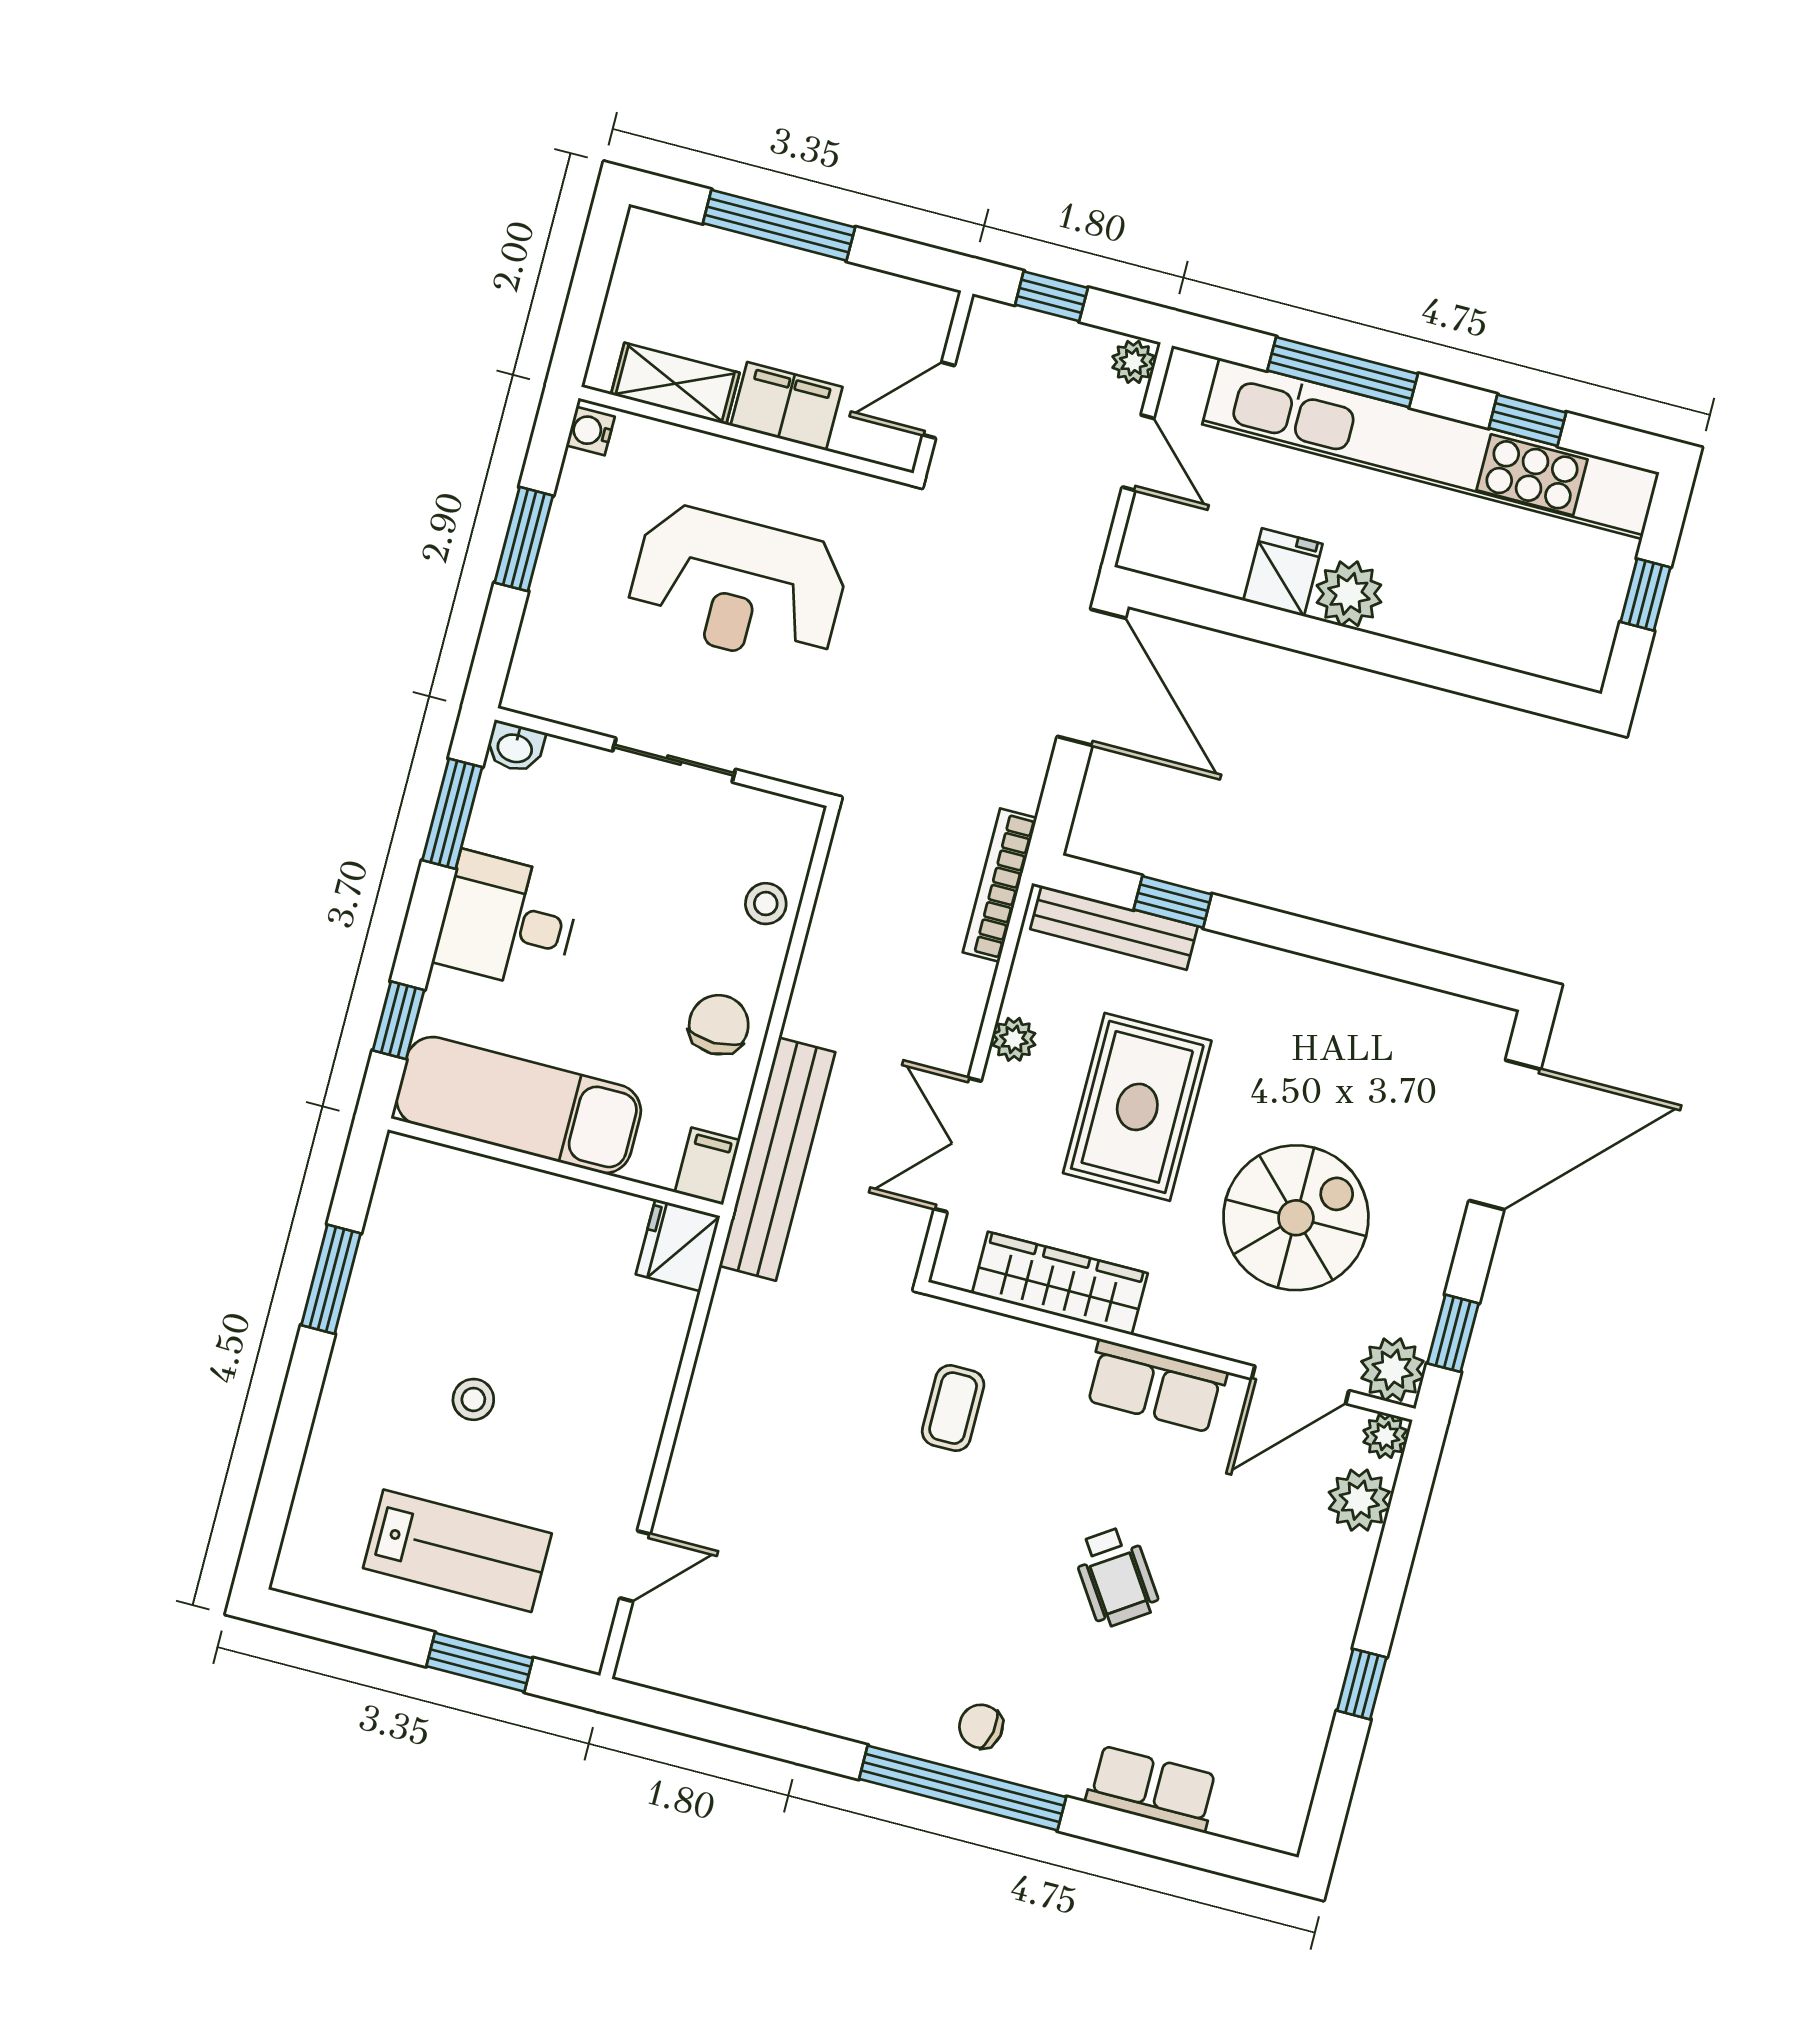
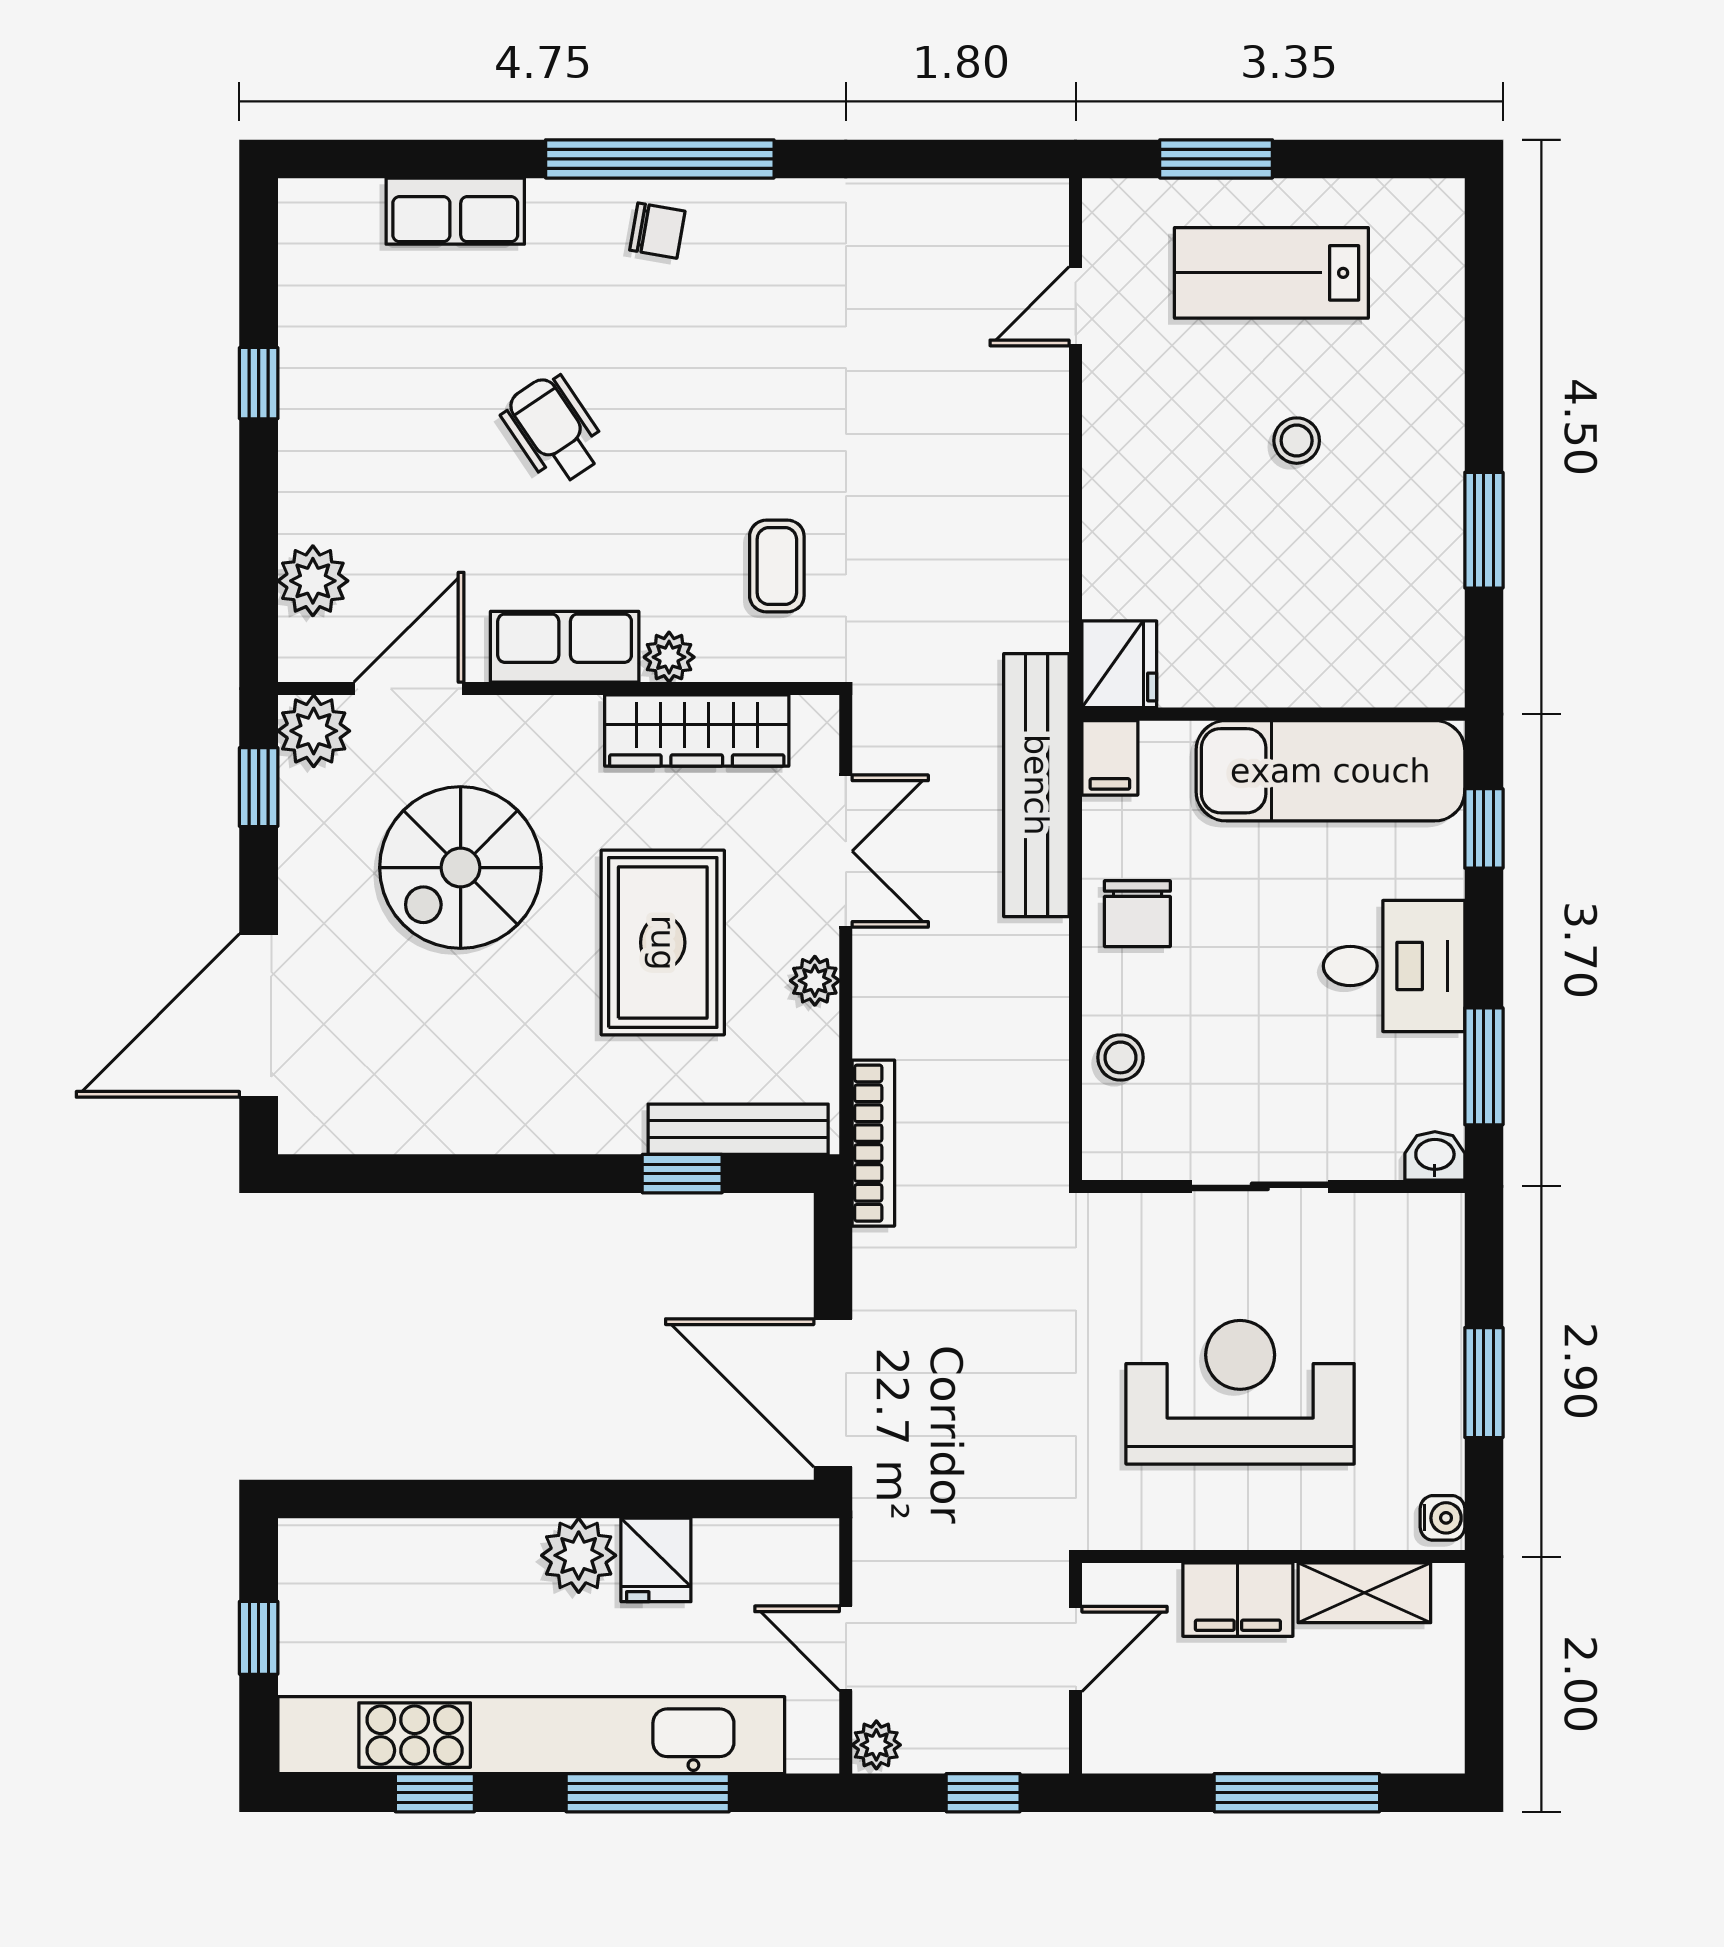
plant: (1385, 1436) -> (669, 657), moved

